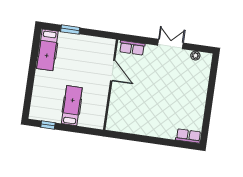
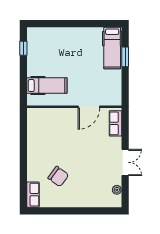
hospital bed: (47, 50) -> (112, 48), moved, turned -90
hospital bed: (72, 106) -> (47, 86), moved
chair: (175, 109) -> (58, 176), added

